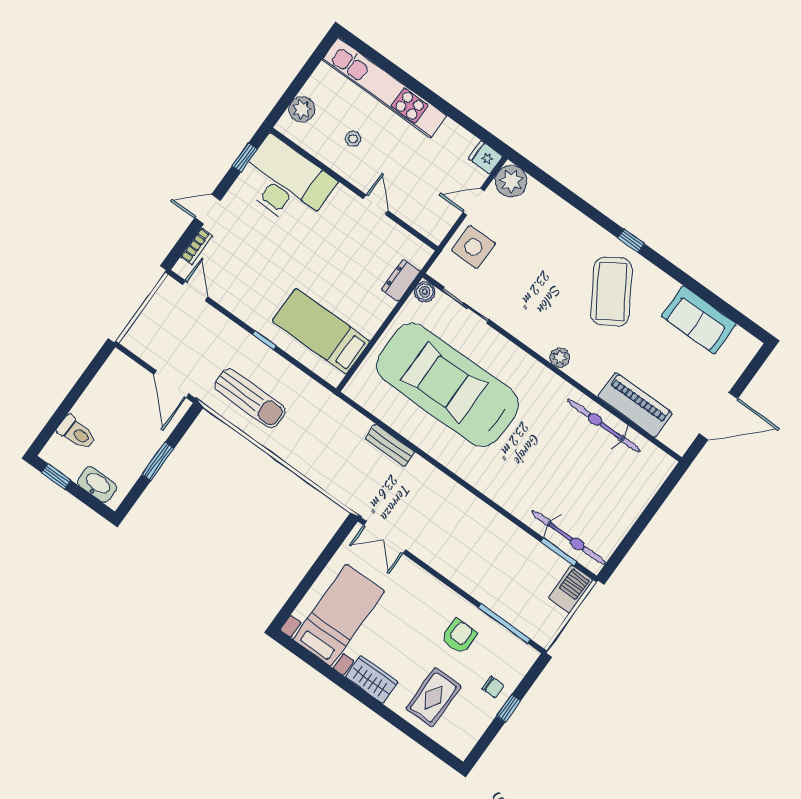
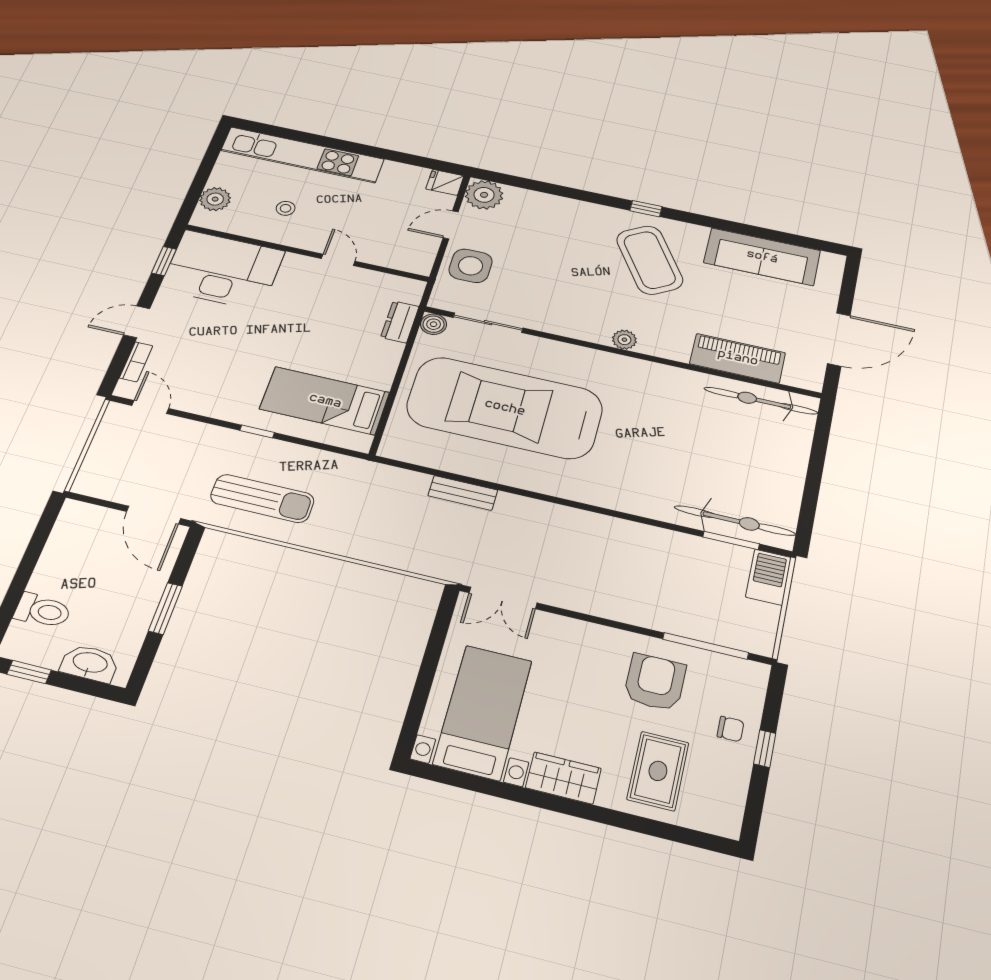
sofa: (699, 320) -> (762, 257), width x1.36
bicycle: (604, 426) -> (761, 401), moved
armchair: (459, 636) -> (655, 682), width x1.38, depth x1.38

